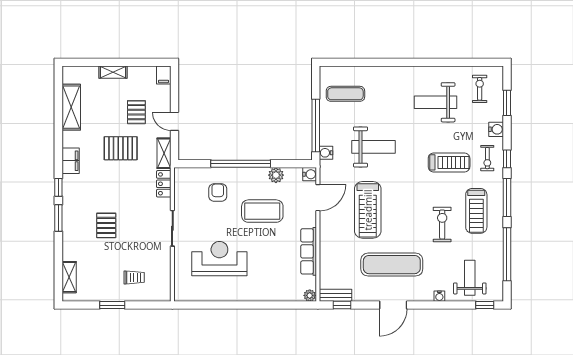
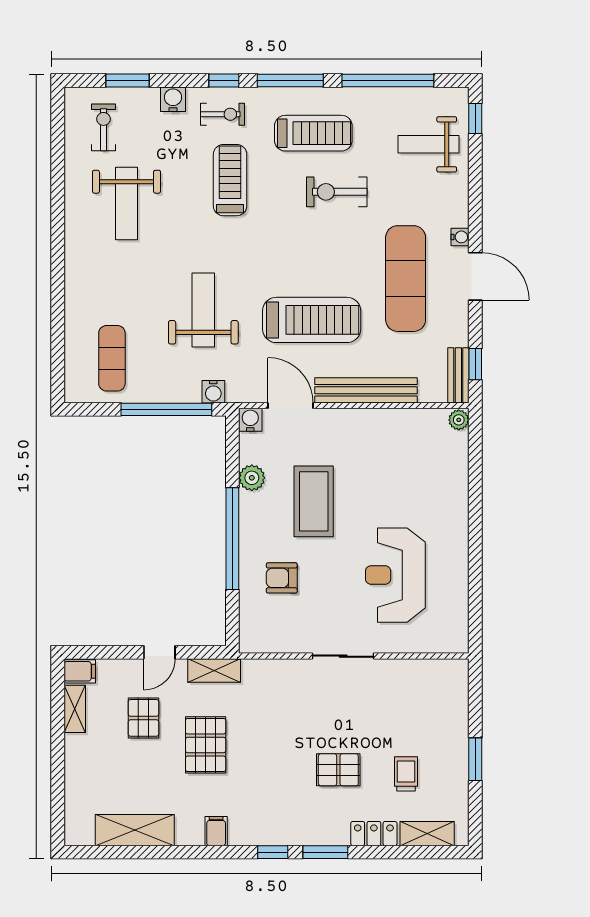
shelving: (113, 72) -> (75, 709), moved
exercise bike: (480, 89) -> (103, 127), turned 90
pallet: (136, 112) -> (143, 718), turned 90
filing cabinet: (71, 161) -> (216, 831), width x0.50
locker: (164, 184) -> (374, 834), moved, turned 180
bench: (327, 241) -> (366, 390), added
row of seats: (309, 251) -> (383, 421), removed
trolley: (134, 277) -> (406, 774), moved
water cooler: (439, 296) -> (460, 237), moved

